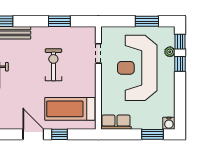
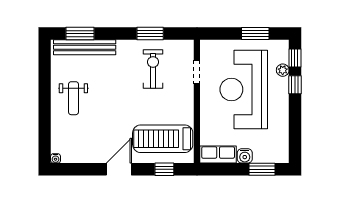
exercise bike: (53, 65) -> (153, 69), moved
water cooler: (169, 123) -> (245, 156), moved
door: (33, 134) -> (119, 169), hinge flipped
window: (59, 134) -> (164, 169), moved

